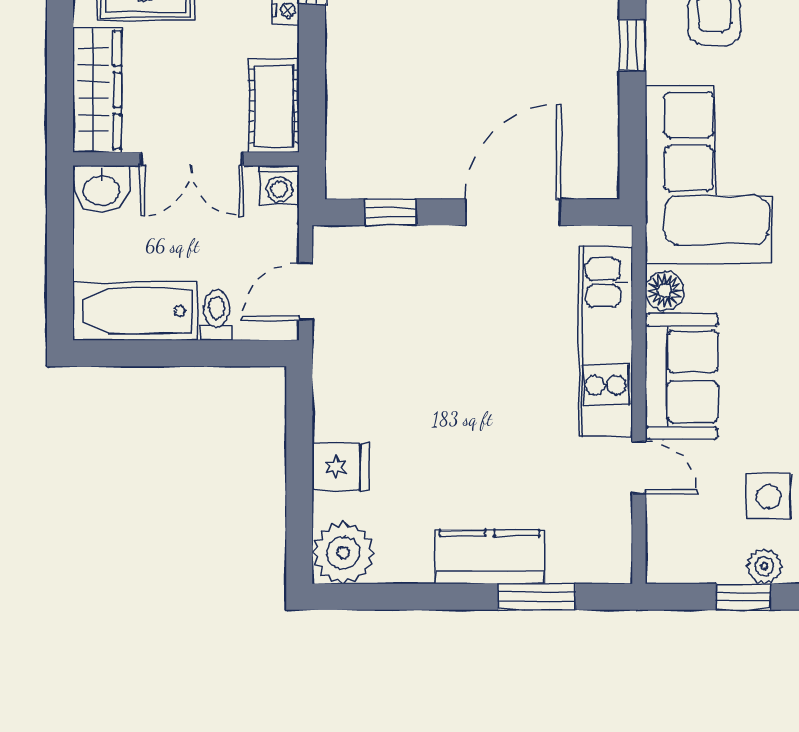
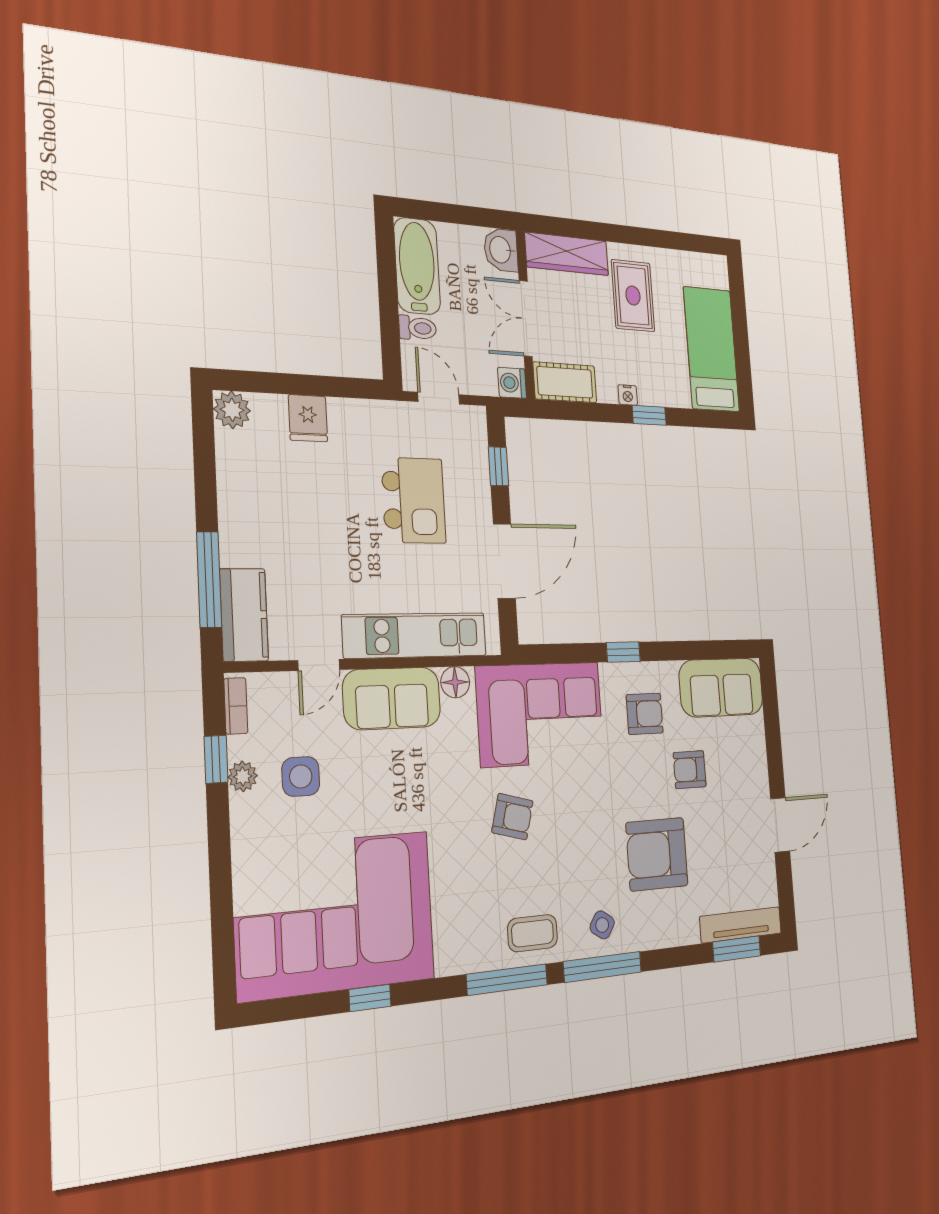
door: (513, 212) -> (504, 561), hinge flipped
kitchen island: (438, 333) -> (414, 500), added
plant: (343, 553) -> (232, 410), width x0.73, depth x0.73
kitchen counter: (490, 557) -> (244, 615), moved
bookcase: (684, 571) -> (236, 706), added
window: (537, 597) -> (209, 579), width x1.44

